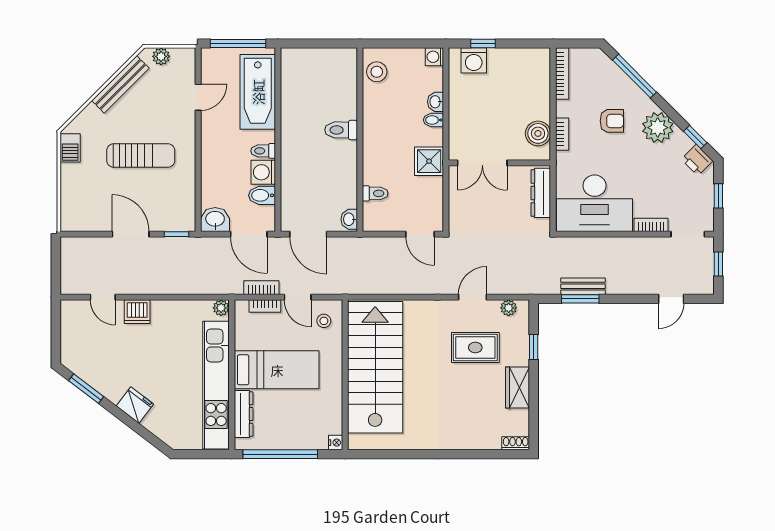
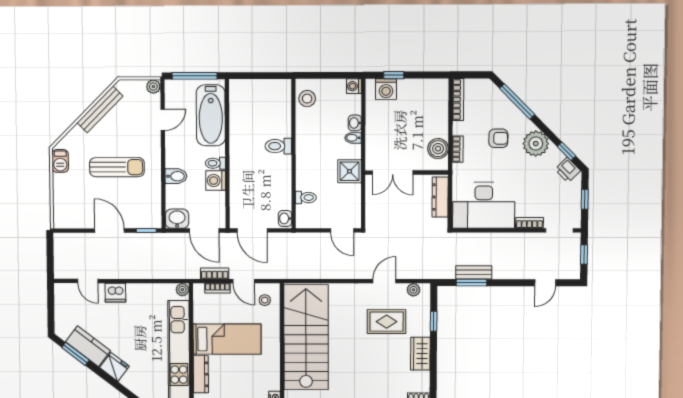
plant: (161, 56) -> (153, 87), moved
bidet: (262, 195) -> (176, 176), moved, turned 180
kitchen counter: (102, 379) -> (88, 346), added

